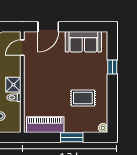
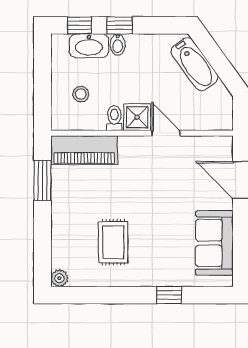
door: (22, 48) -> (166, 133), moved
piano: (45, 125) -> (84, 150), moved, turned 90
window: (72, 137) -> (42, 181), moved

